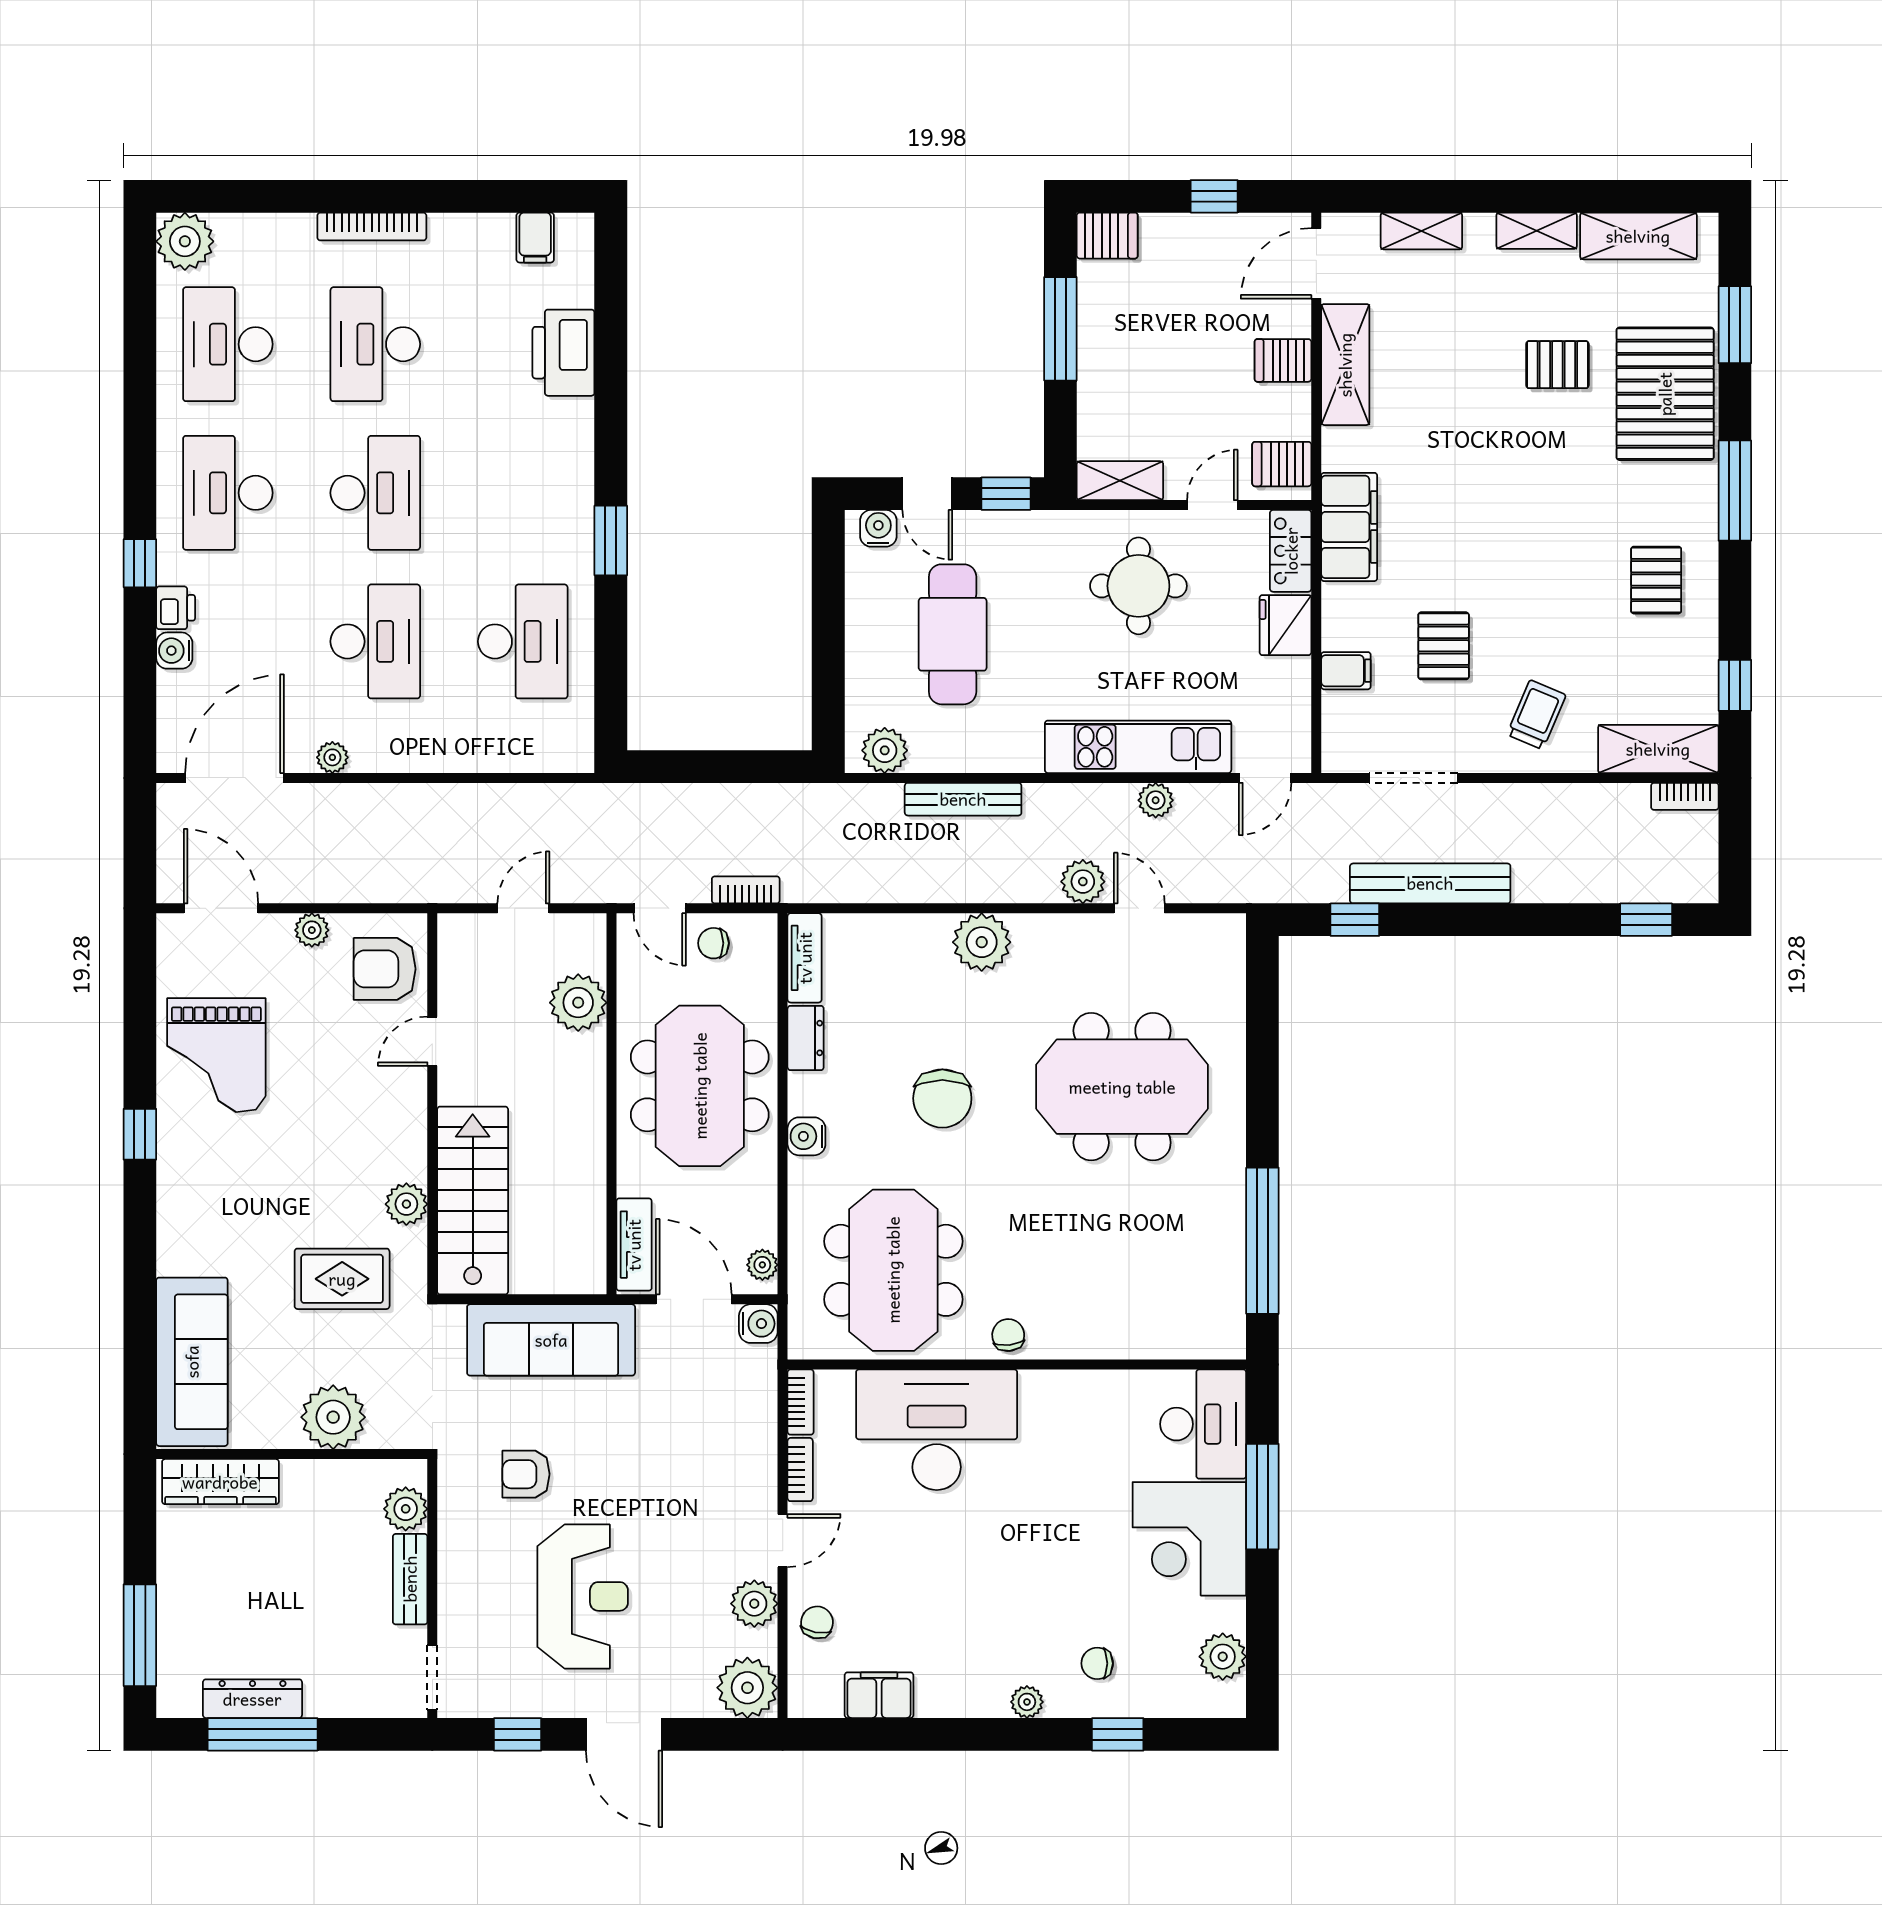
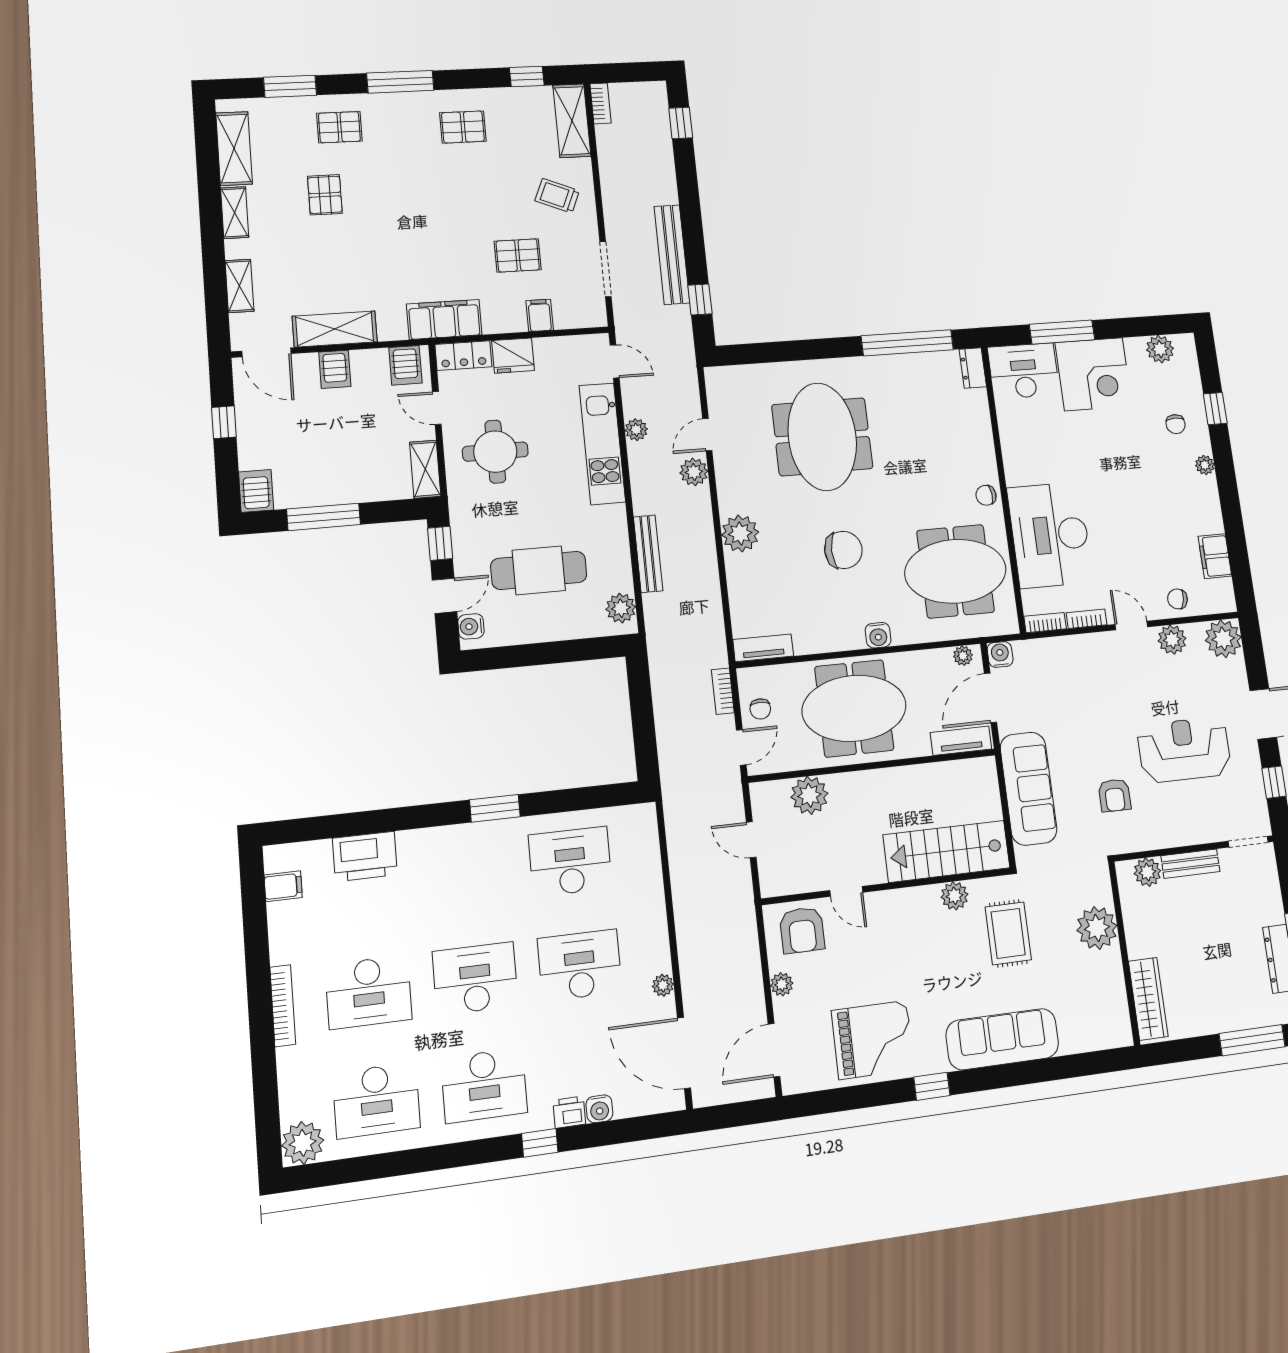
pallet: (1665, 394) -> (339, 127), width x0.49, depth x0.50
dresser: (806, 1038) -> (973, 368), moved, turned -90
sofa: (192, 1362) -> (1002, 1039), moved

